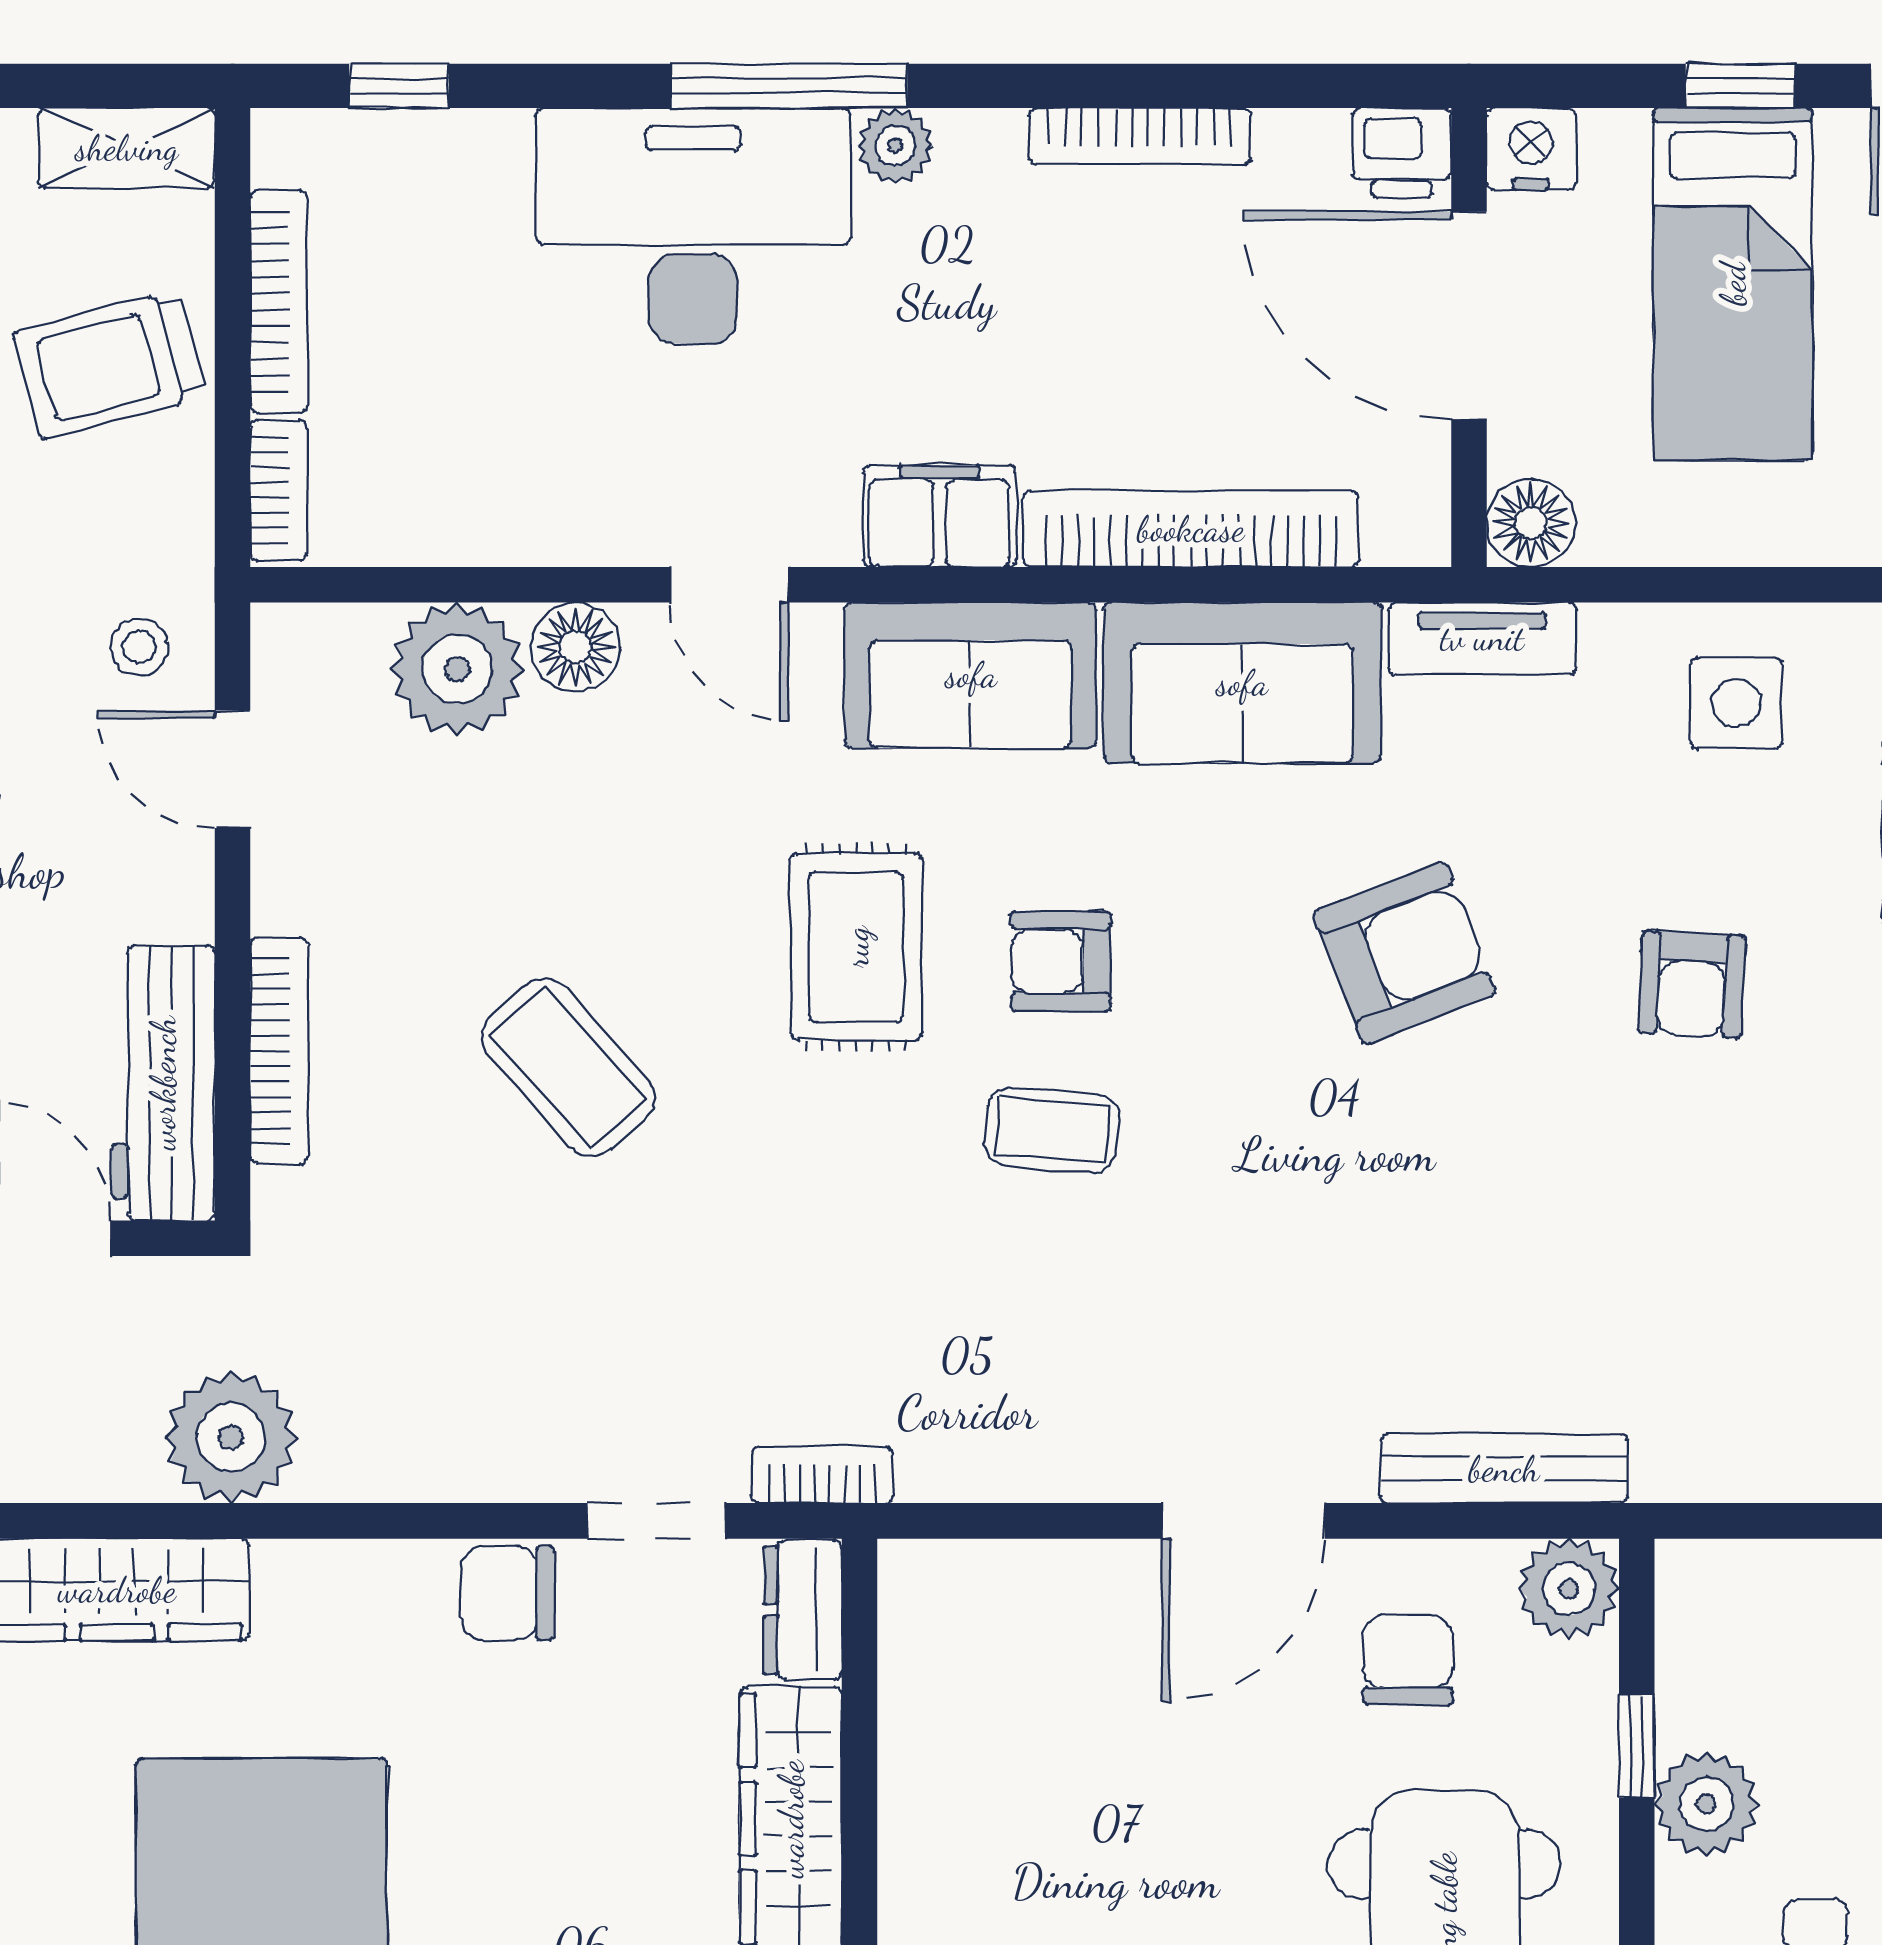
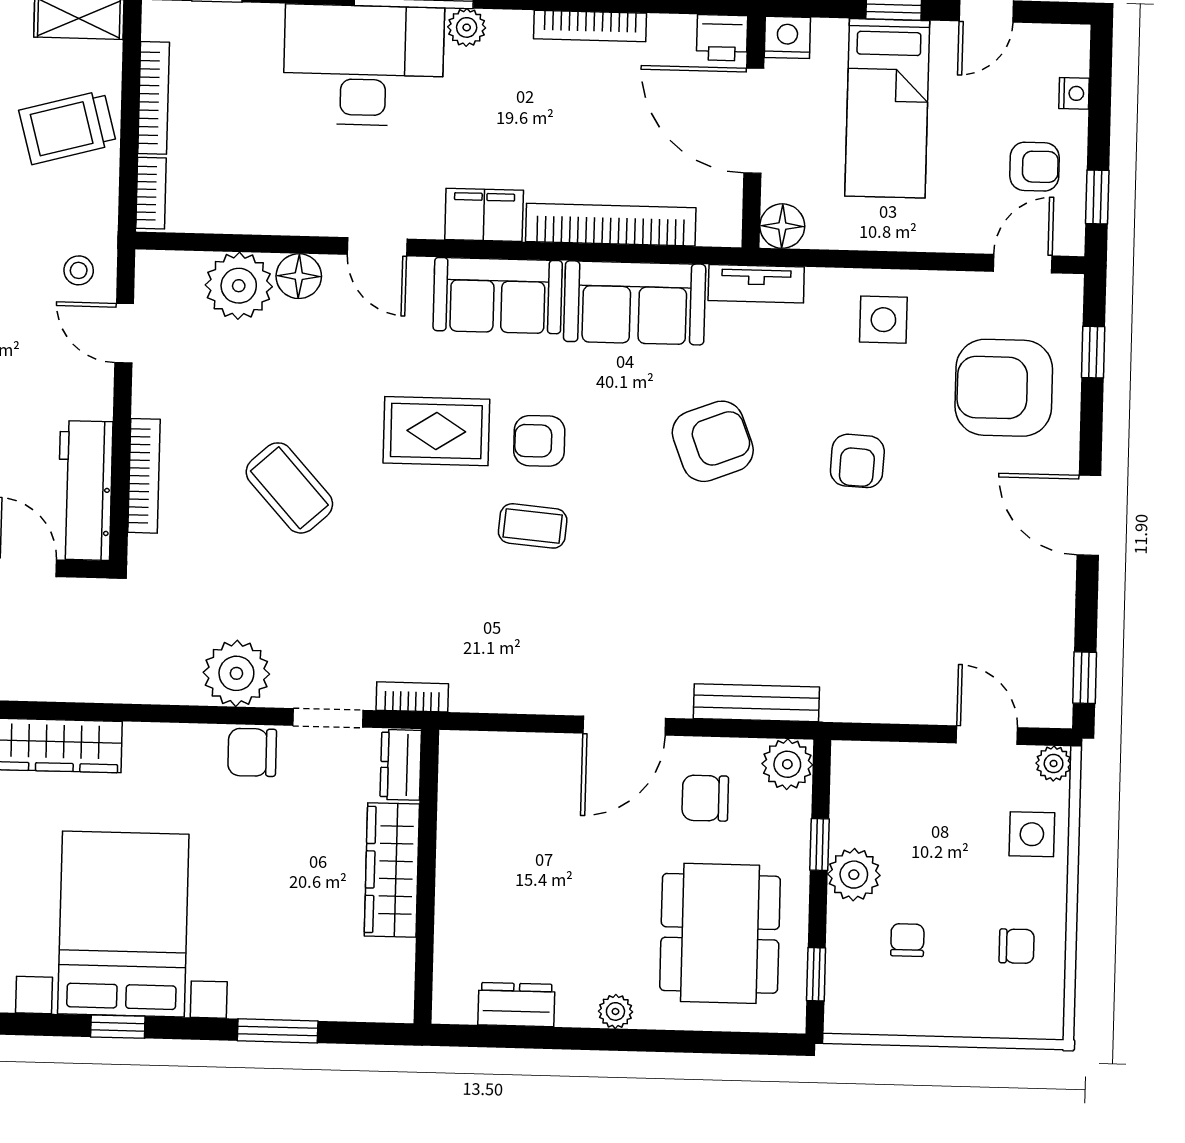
rug: (856, 947) -> (436, 431), turned 90
plant: (231, 1437) -> (236, 673), moved
chair: (1408, 1660) -> (705, 798), turned -90

